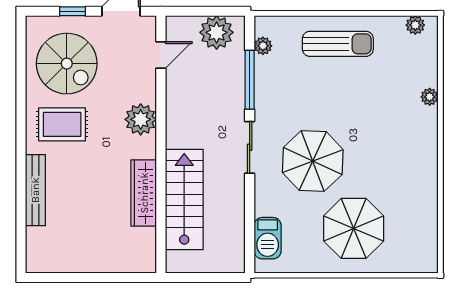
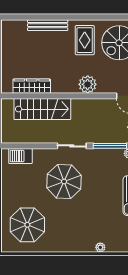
wardrobe: (144, 193) -> (32, 86), moved
parasol: (354, 228) -> (27, 225), moved

